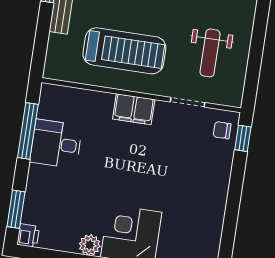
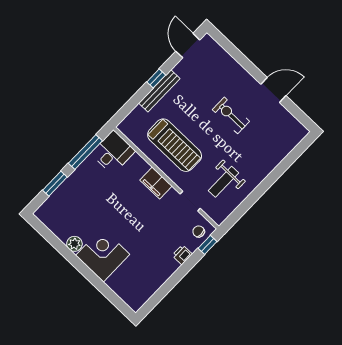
desk: (56, 144) -> (113, 152), moved, turned 90
window: (16, 209) -> (55, 184), moved
printer: (28, 236) -> (182, 255), moved, turned 180

